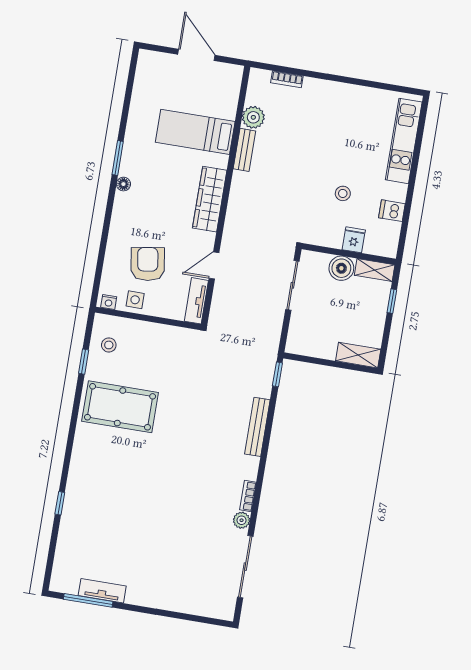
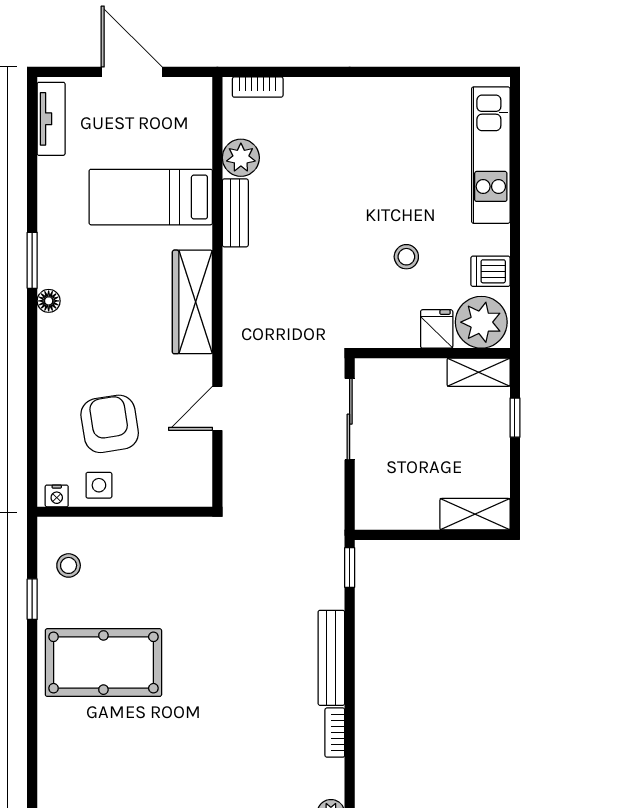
bookcase: (287, 79) -> (258, 87), moved
plant: (381, 240) -> (481, 322), added
boiler: (341, 268) -> (424, 378), removed
tv unit: (196, 301) -> (51, 119), moved, turned 180
bookcase: (248, 496) -> (335, 733), moved

